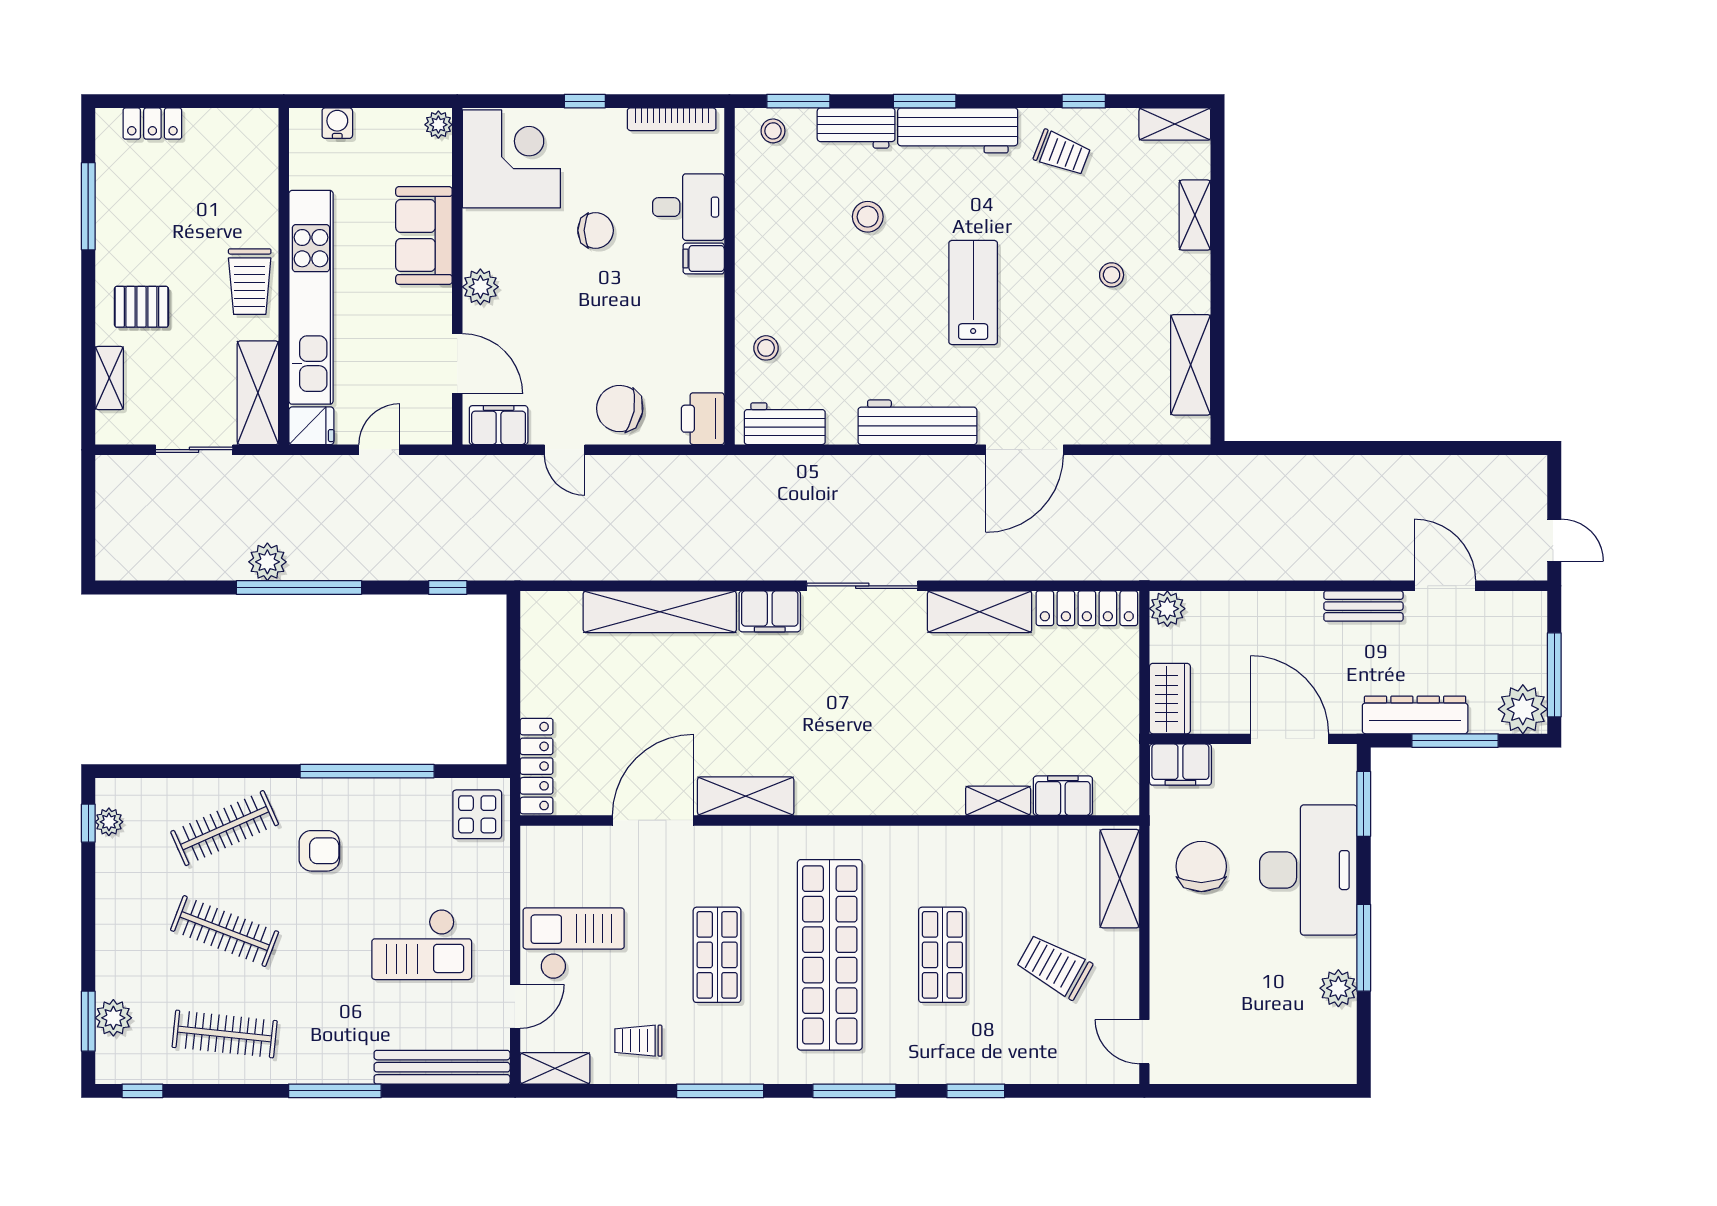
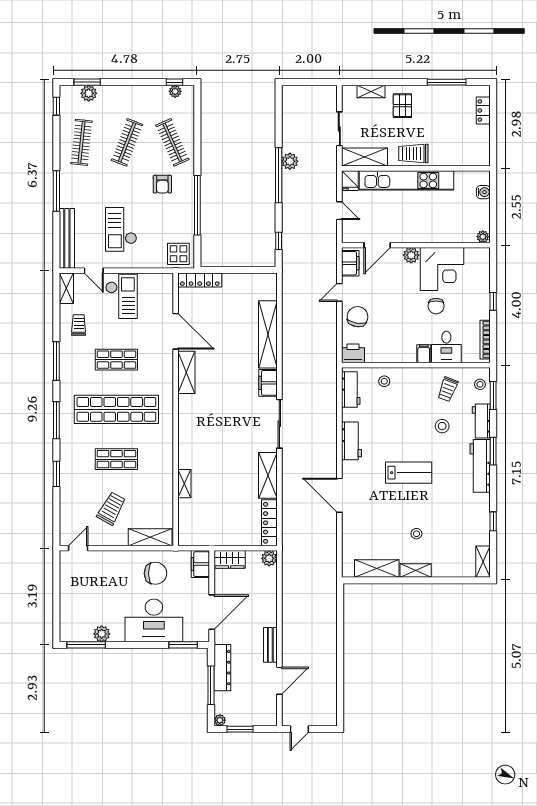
trolley: (1062, 153) -> (448, 389), moved
corner desk: (511, 159) -> (442, 269), moved
shelving: (1195, 215) -> (416, 570), moved
sofa: (424, 236) -> (434, 230), removed
workbench: (917, 422) -> (351, 441), width x0.73
window: (1554, 675) -> (240, 729), width x0.69
plant: (1523, 709) -> (220, 720), width x0.53, depth x0.53
filing cabinet: (1063, 796) -> (187, 512), removed
window: (1364, 948) -> (86, 645), moved

